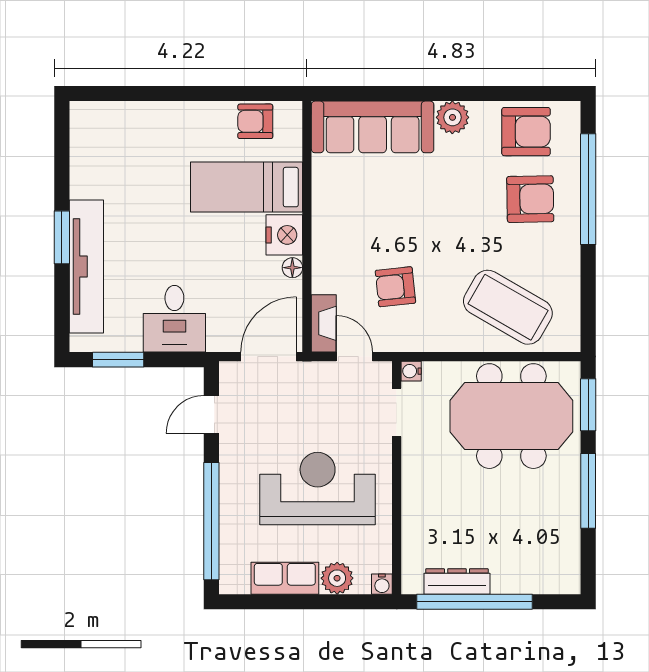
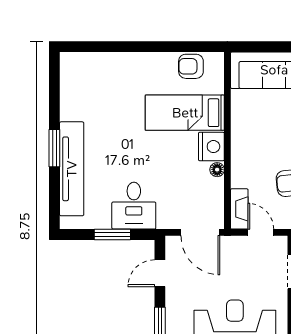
door: (269, 357) -> (200, 232), swing flipped
window: (118, 360) -> (112, 235), moved

